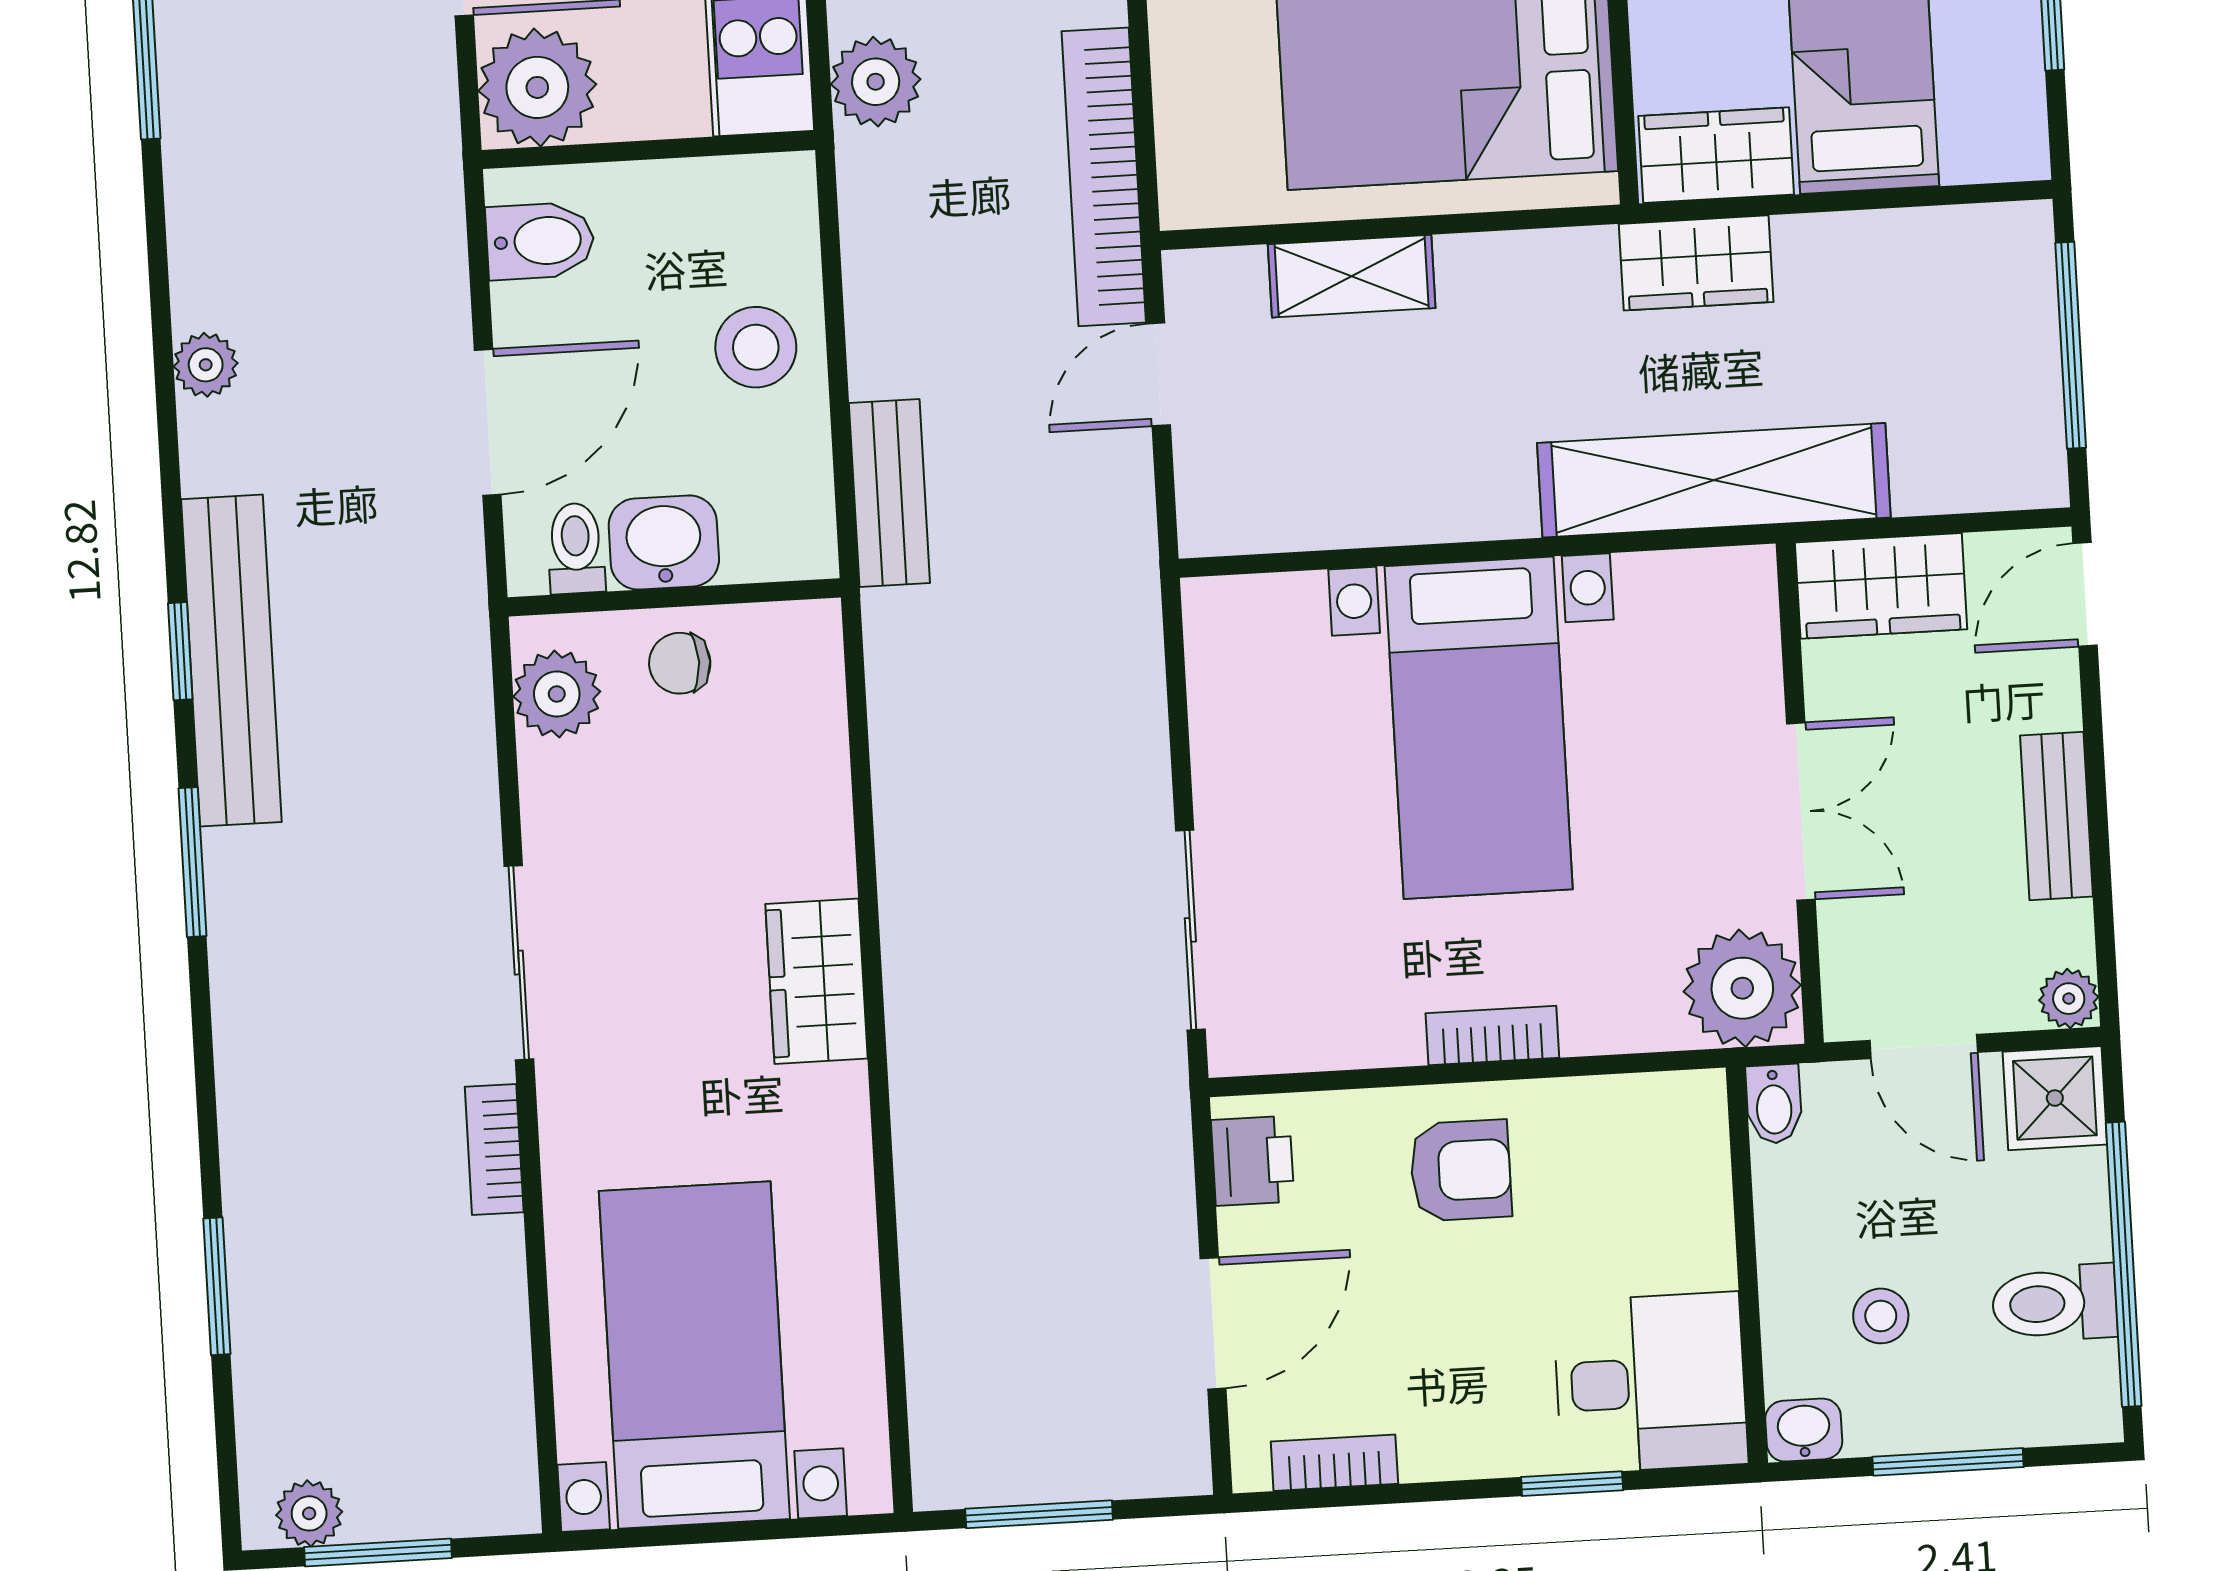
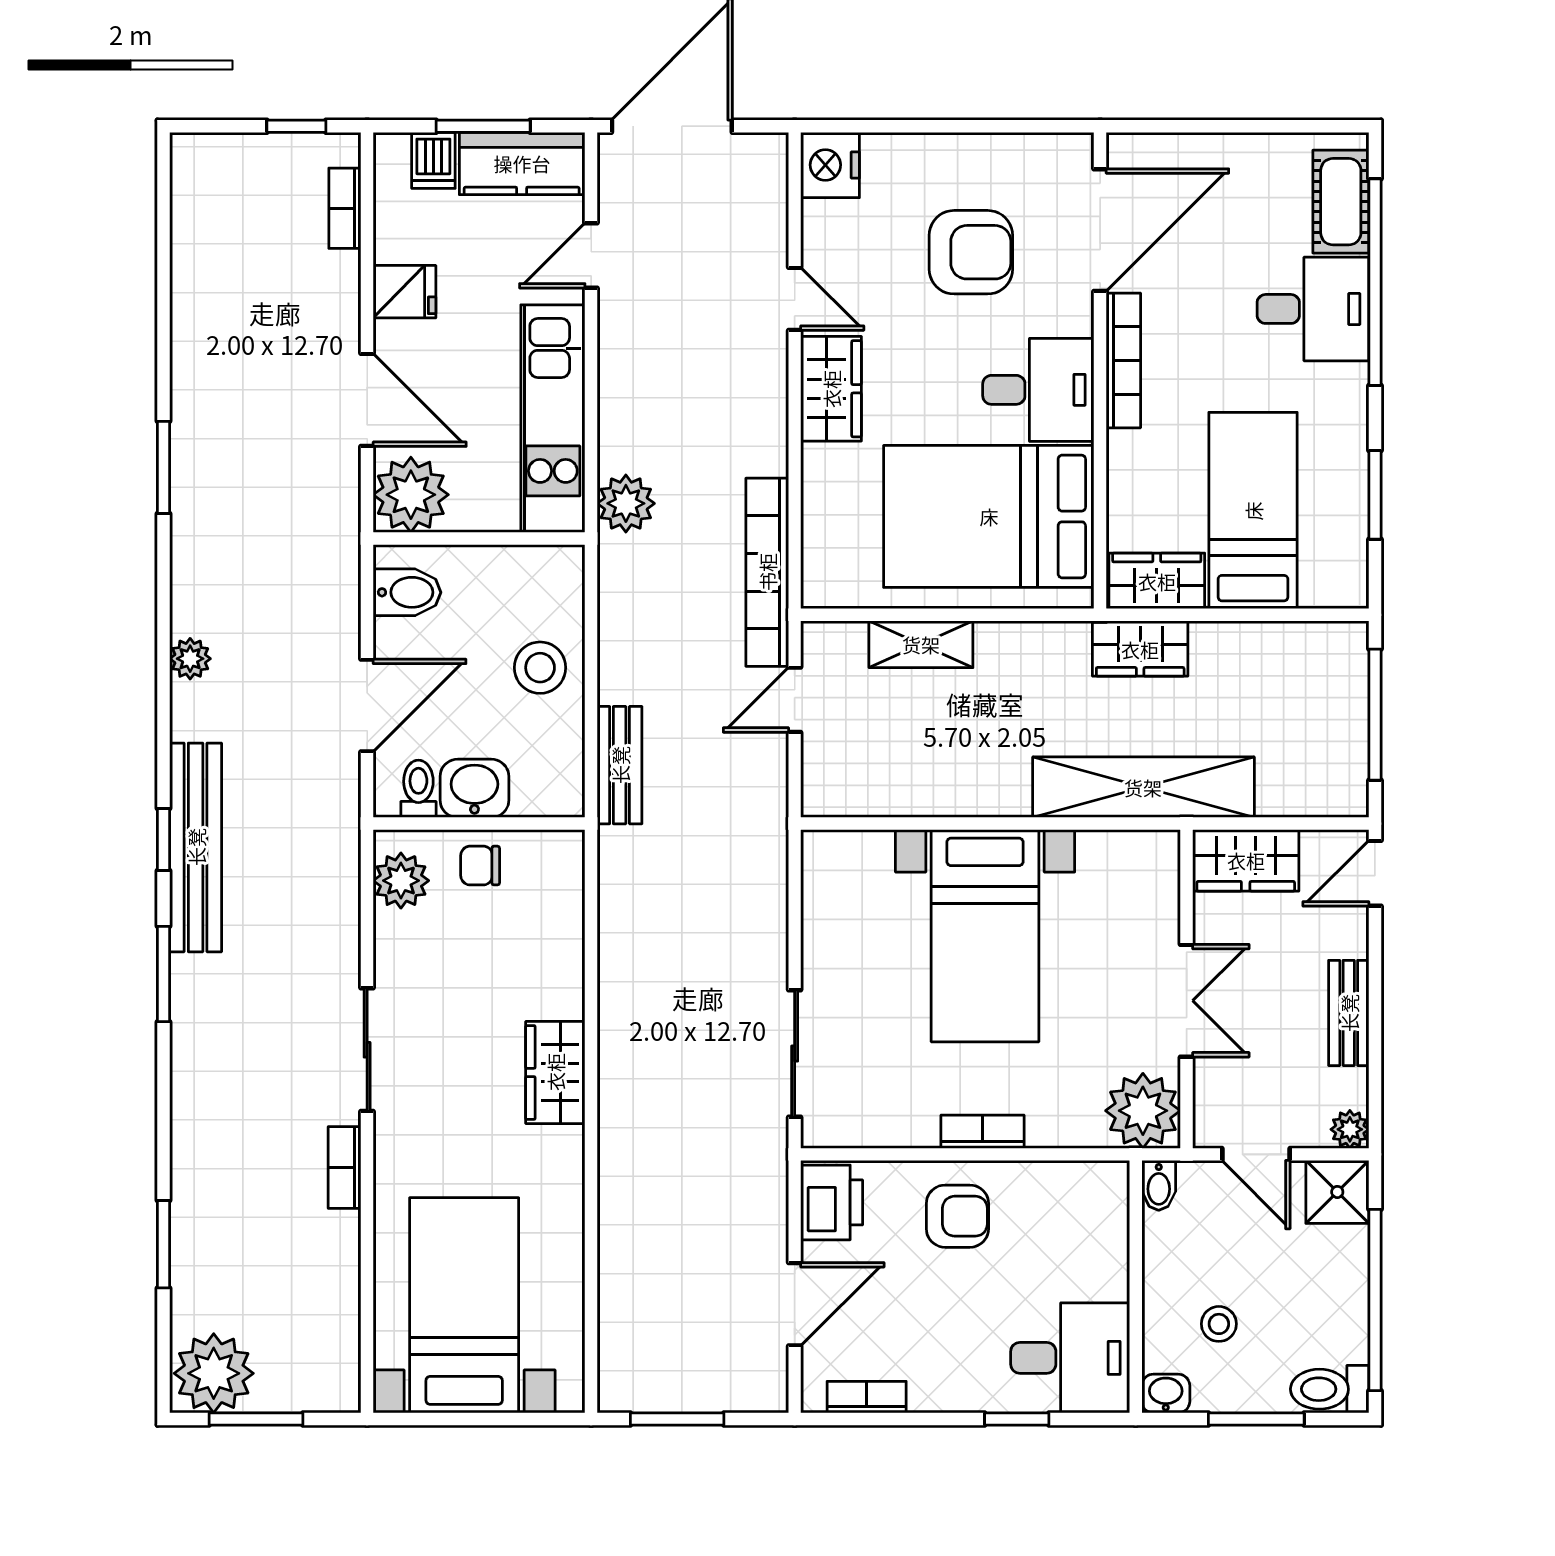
printer: (1253, 1161) -> (832, 1202), width x1.36, depth x1.24
toilet: (2055, 1303) -> (1330, 1389), moved
plant: (309, 1513) -> (214, 1373), width x1.87, depth x1.87

